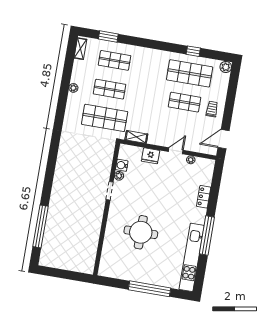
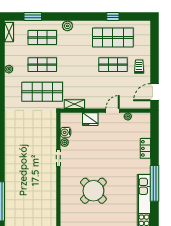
plant: (226, 67) -> (67, 26), moved
round table: (141, 232) -> (93, 191), turned 45

